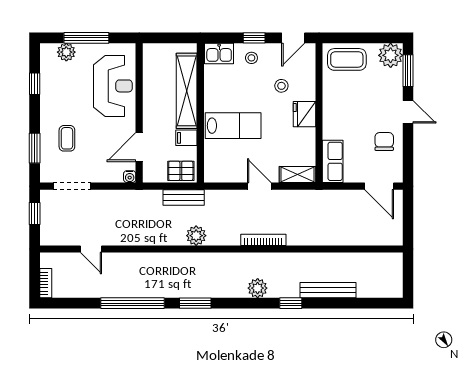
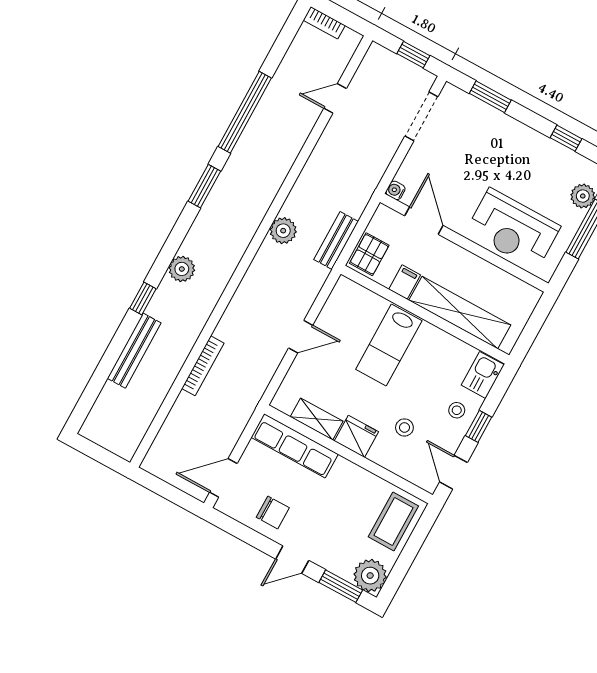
coffee table: (67, 138) -> (481, 141), removed
row of seats: (333, 161) -> (295, 446), width x1.48
shelving: (297, 175) -> (317, 419), moved, turned 90
bookcase: (263, 240) -> (203, 366), moved

